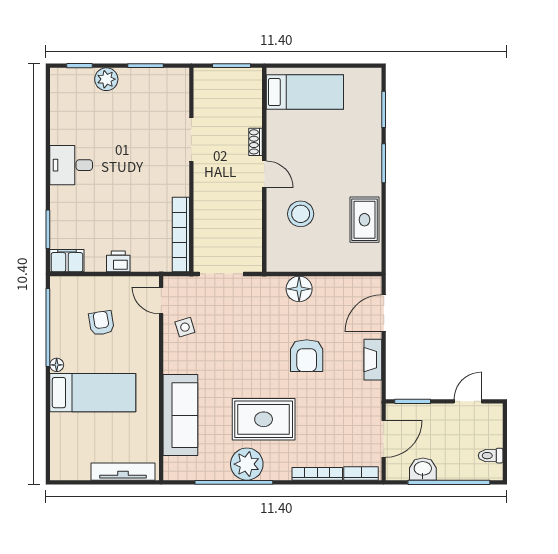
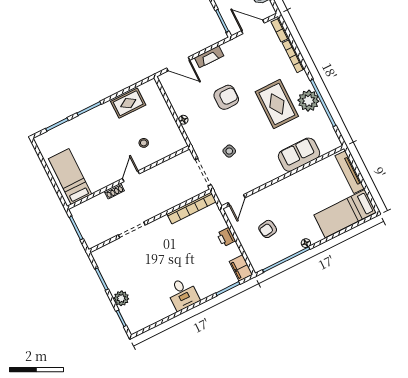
stool: (301, 214) -> (144, 143), width x0.53, depth x0.53
floor lamp: (299, 289) -> (183, 120), width x0.53, depth x0.53
side table: (185, 327) -> (229, 151), moved
bed: (93, 393) -> (345, 214), moved, turned -90
sofa: (180, 415) -> (299, 155), width x0.73

